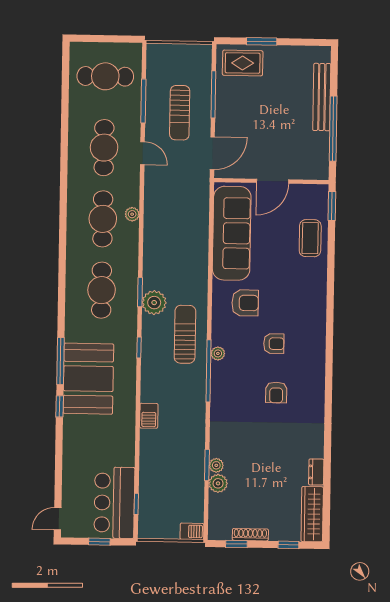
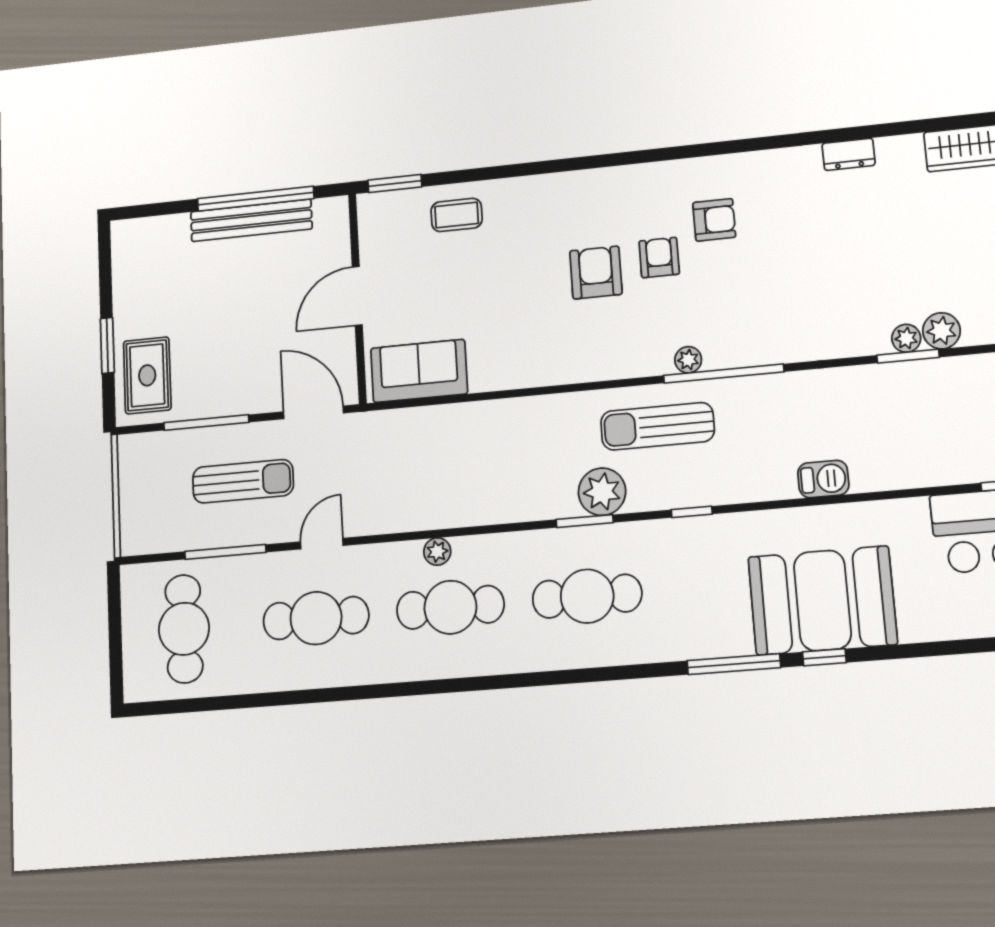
bench: (322, 97) -> (251, 220), moved
door: (273, 181) -> (357, 296), swing flipped
sofa: (232, 233) -> (419, 371), width x0.54, depth x0.79
coffee table: (310, 238) -> (457, 215), width x0.73, depth x0.77
armchair: (245, 303) -> (596, 273), moved
booth: (88, 379) -> (822, 600), moved
armchair: (276, 392) -> (714, 220), moved
dresser: (316, 472) -> (849, 154), moved

